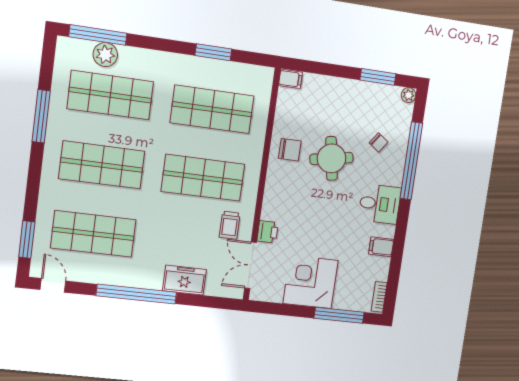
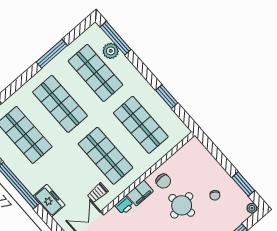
filing cabinet: (290, 79) -> (140, 193), moved, width x2.00
chair: (379, 142) -> (215, 195), moved
printer: (268, 232) -> (124, 205), moved

